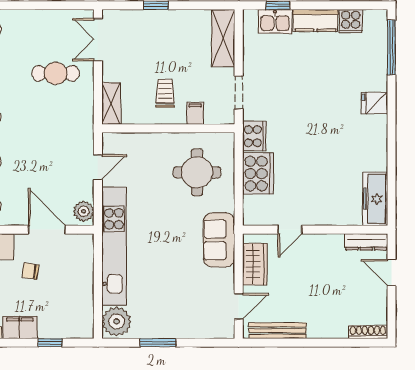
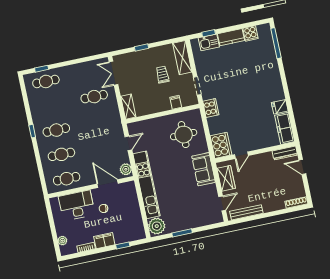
trolley: (165, 93) -> (162, 75), moved
fridge: (375, 103) -> (280, 107), moved
cooker: (258, 174) -> (221, 145), moved

